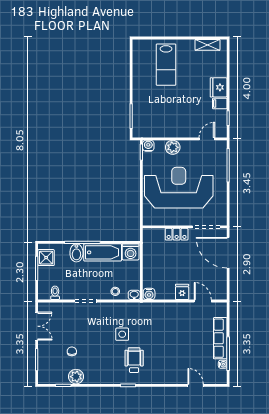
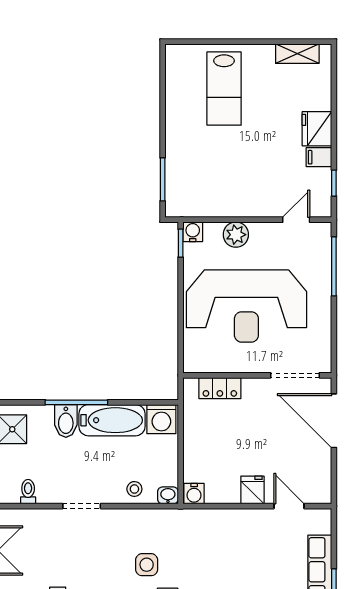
reception desk: (179, 188) -> (246, 306), turned 180
locker: (177, 234) -> (220, 388), moved

